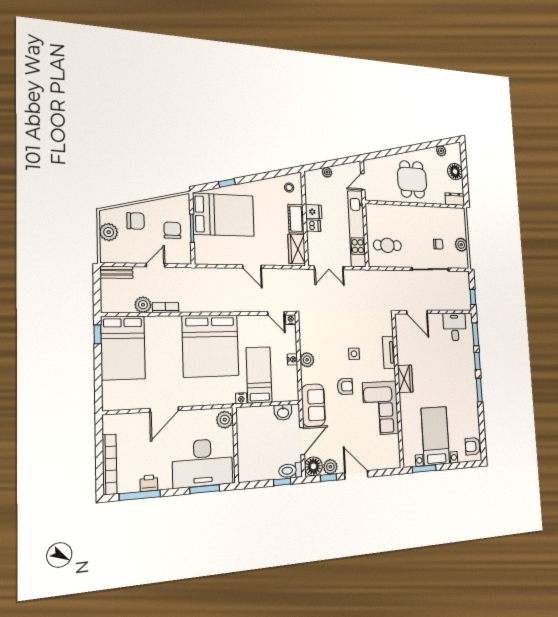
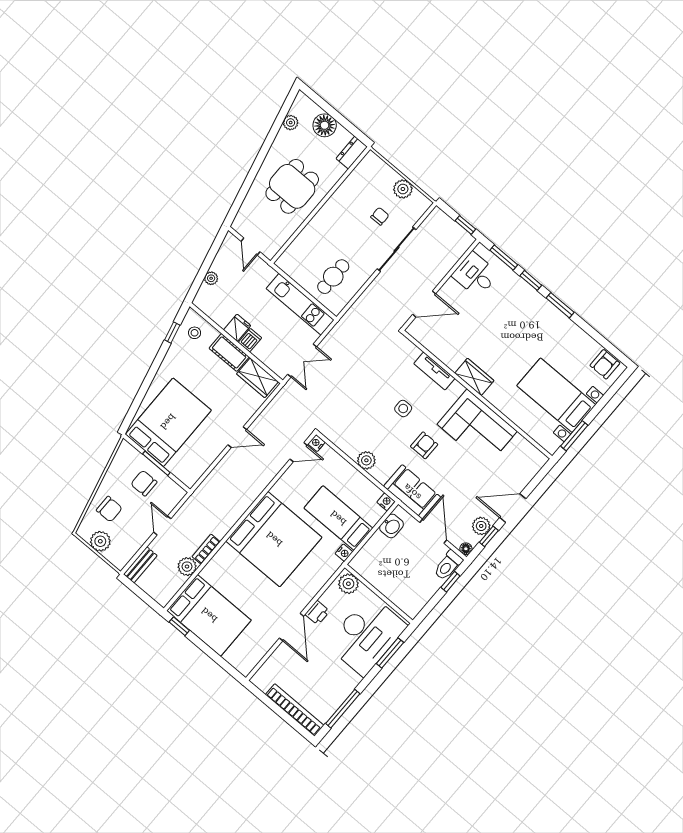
dining table: (412, 179) -> (292, 186), turned 90
window: (227, 183) -> (172, 333), moved
chair: (136, 221) -> (109, 509), turned 90
kitchen unit: (357, 229) -> (300, 304), width x0.73
nightstand: (292, 359) -> (386, 502), moved
floor lamp: (313, 466) -> (466, 549), width x0.53, depth x0.53
printer: (149, 483) -> (317, 613), moved, turned 180

